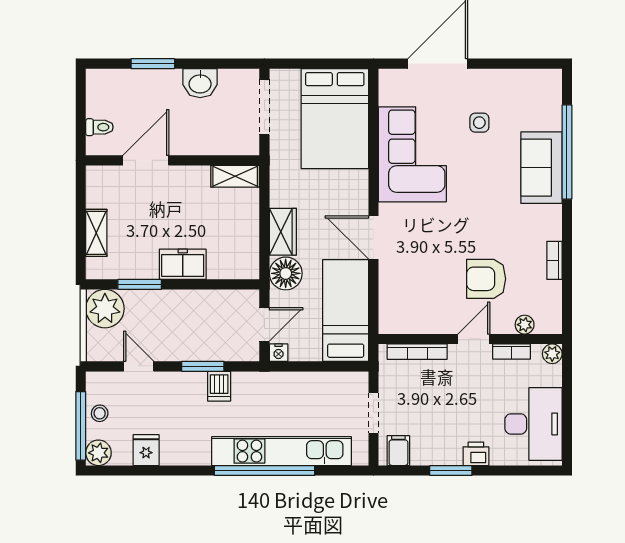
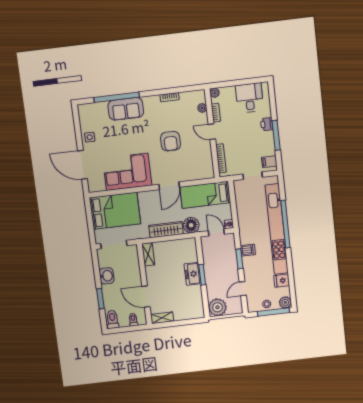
toilet: (105, 83) -> (112, 319), added
side table: (479, 123) -> (90, 137), moved
wardrobe: (283, 232) -> (166, 230), width x1.50
shelving: (96, 233) -> (162, 318), moved
armchair: (486, 279) -> (171, 141), moved
window: (140, 284) -> (202, 275), moved
desk: (533, 424) -> (249, 98), width x0.73
kitchen unit: (282, 451) -> (277, 229), width x1.36
window: (451, 470) -> (276, 135), width x1.44

